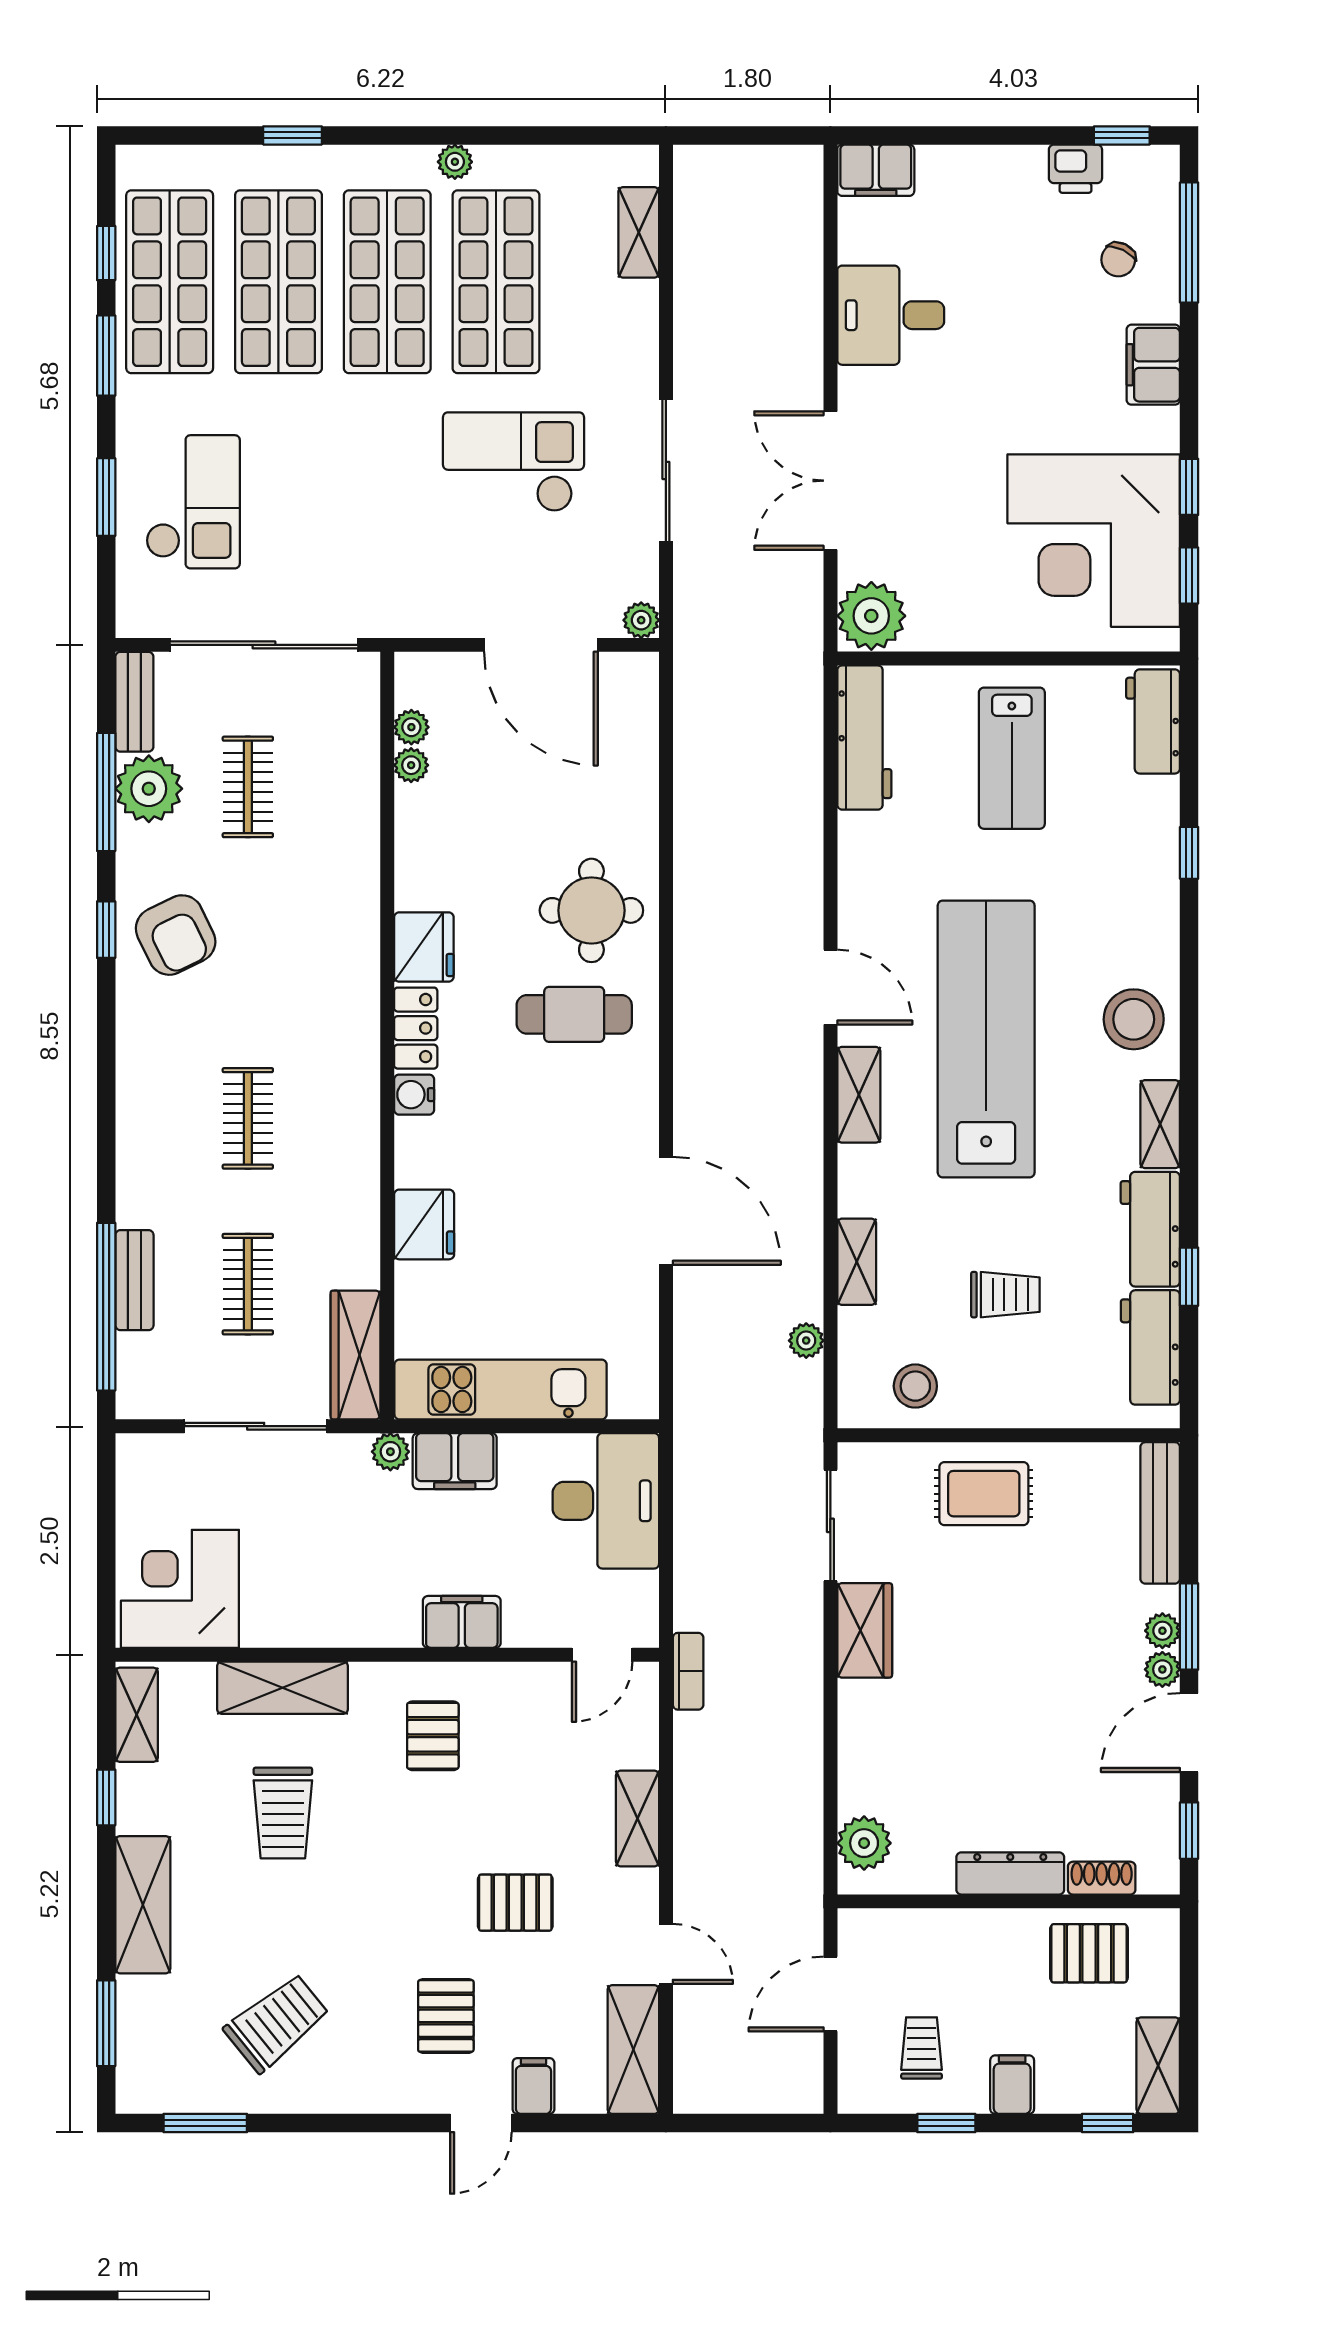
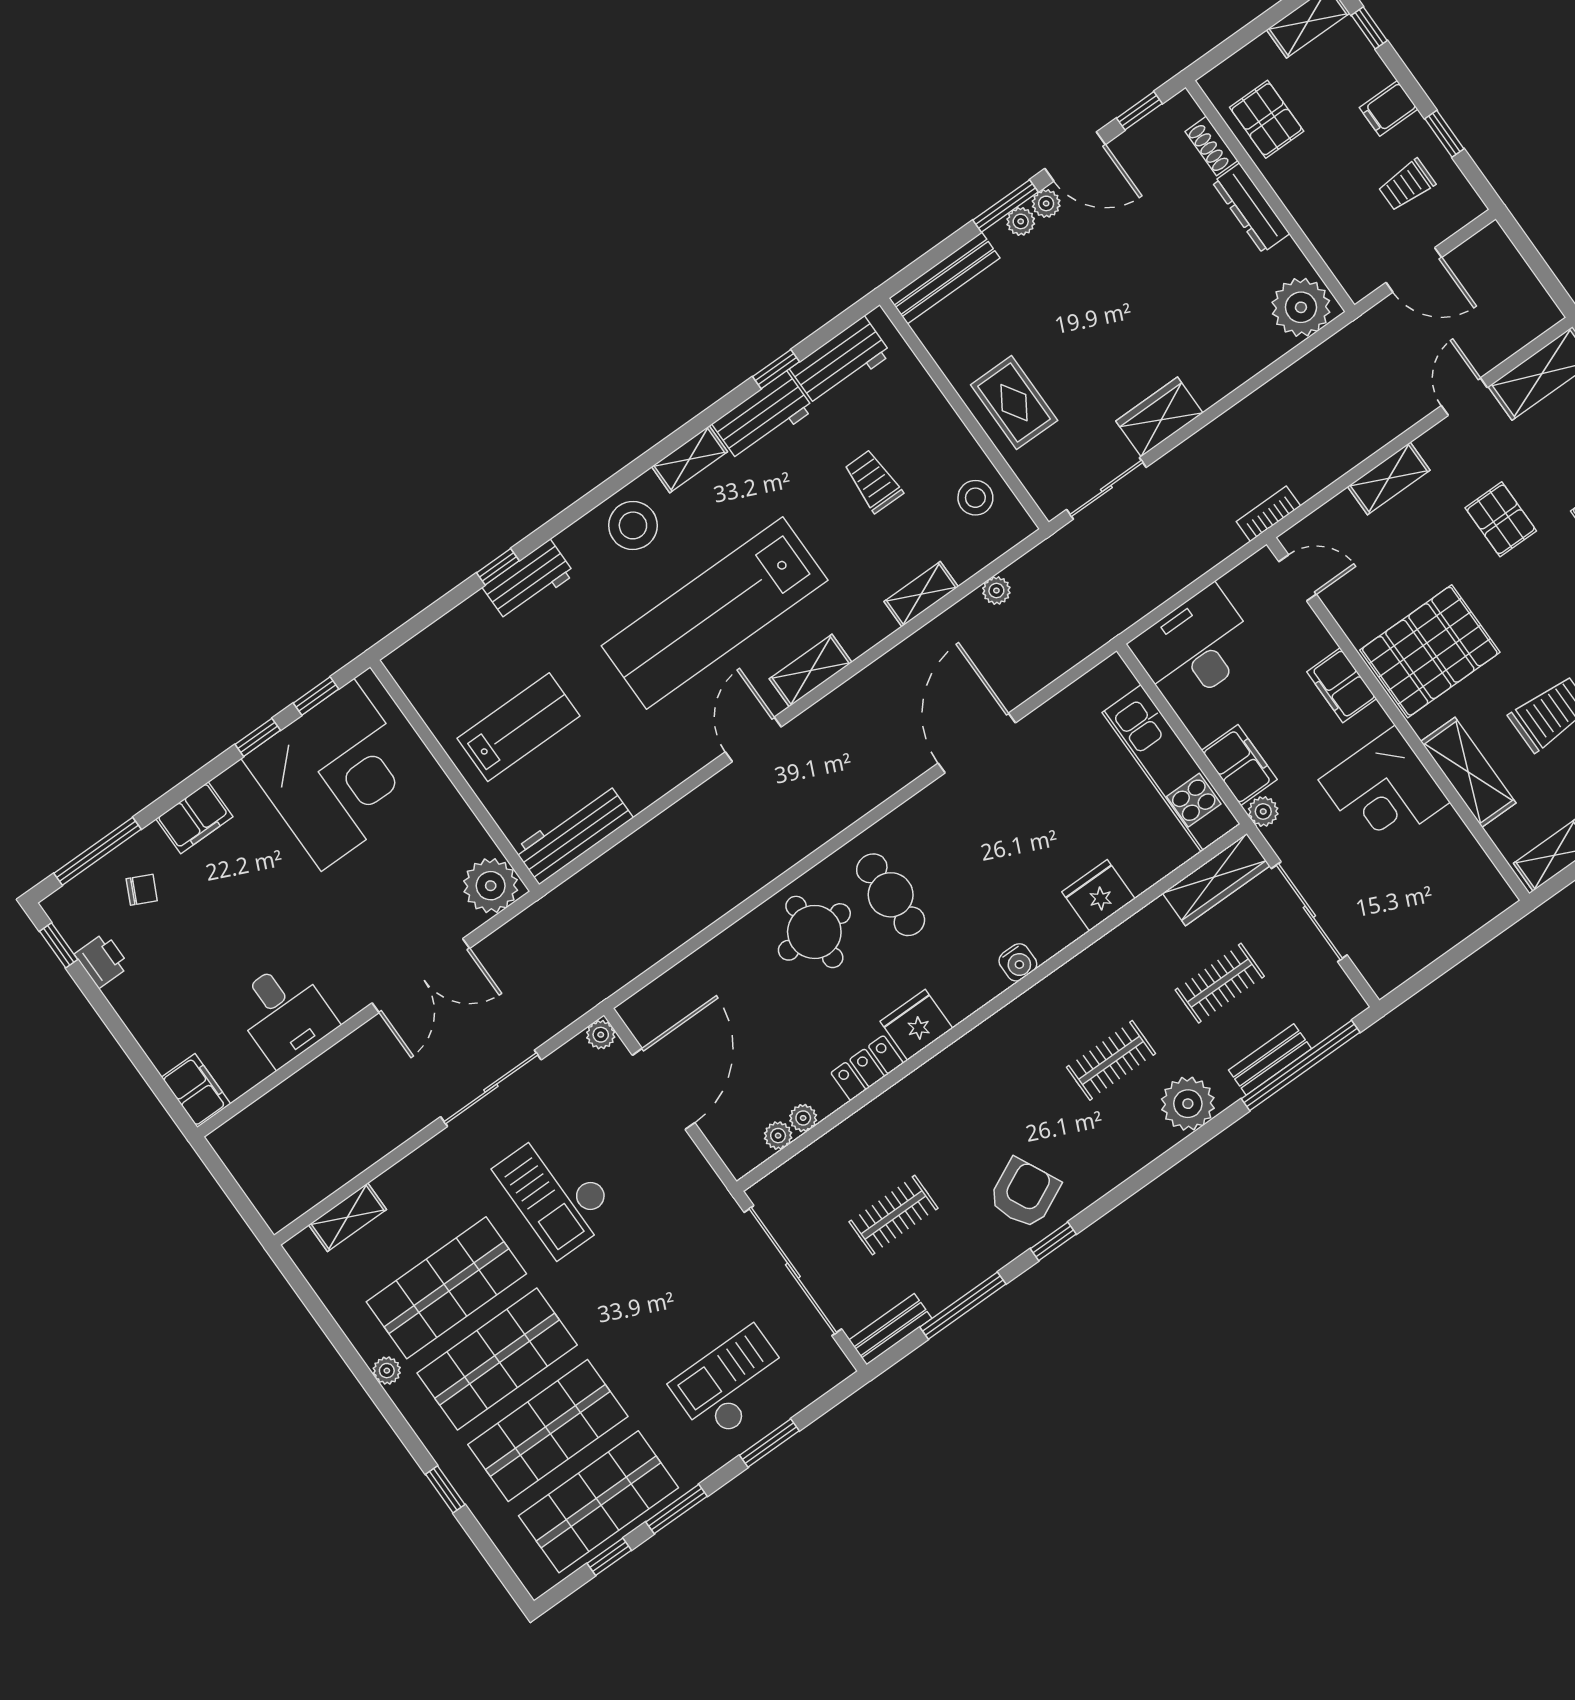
workbench: (1153, 721) -> (528, 581), moved
plant: (149, 789) -> (1188, 1104), moved
locker: (416, 1028) -> (867, 1068), moved
corner desk: (180, 1589) -> (1384, 791), moved
pallet: (433, 1736) -> (1430, 651), width x2.05, depth x2.00
plant: (864, 1843) -> (1301, 307), width x1.36, depth x1.36

